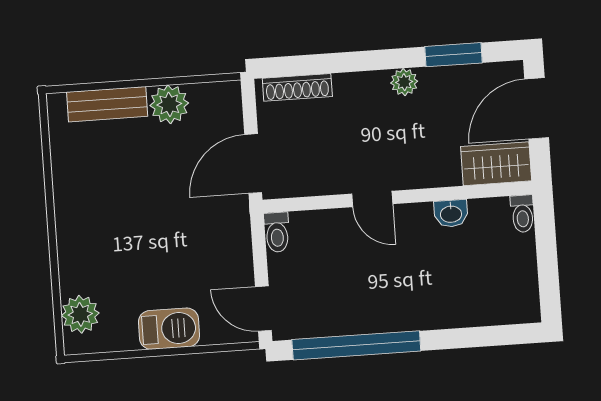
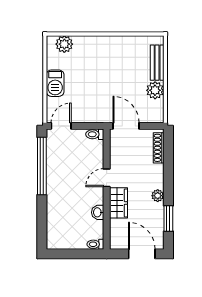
wardrobe: (496, 164) -> (118, 203), moved

